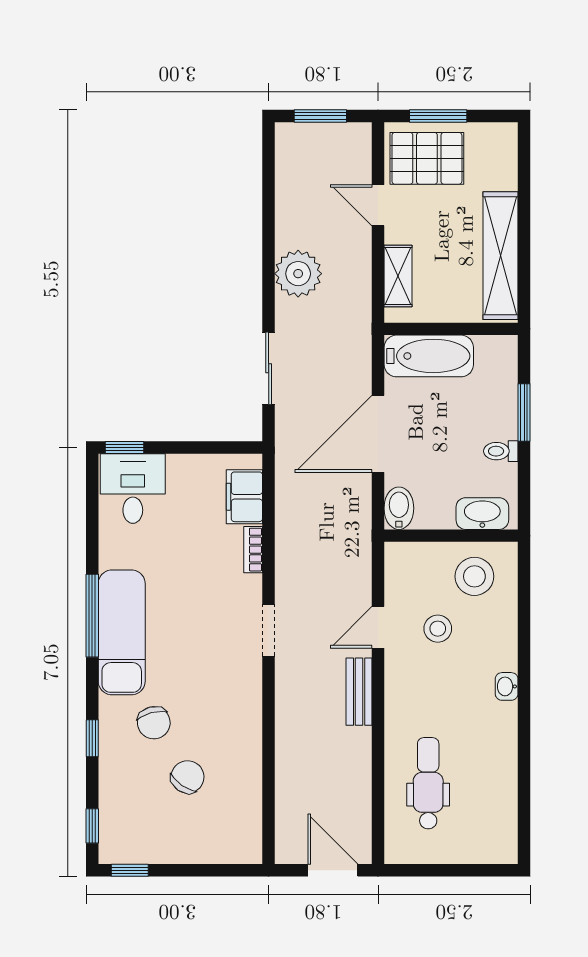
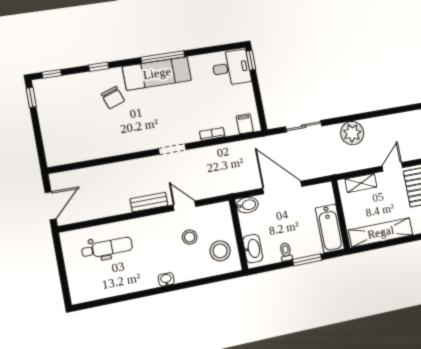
bathtub: (429, 356) -> (330, 228), moved
filing cabinet: (244, 497) -> (245, 124), width x0.50
chair: (154, 723) -> (113, 98), turned -94
chair: (188, 777) -> (87, 120), removed

